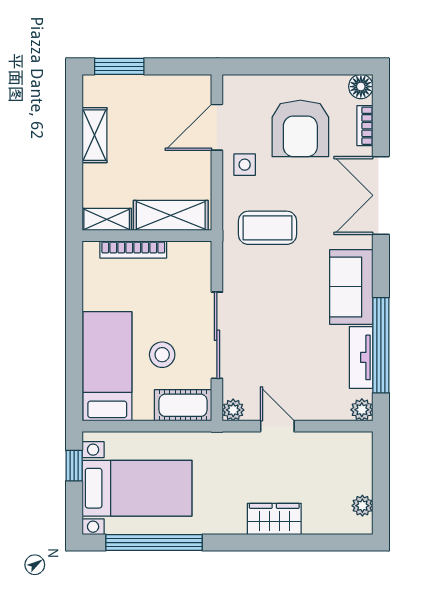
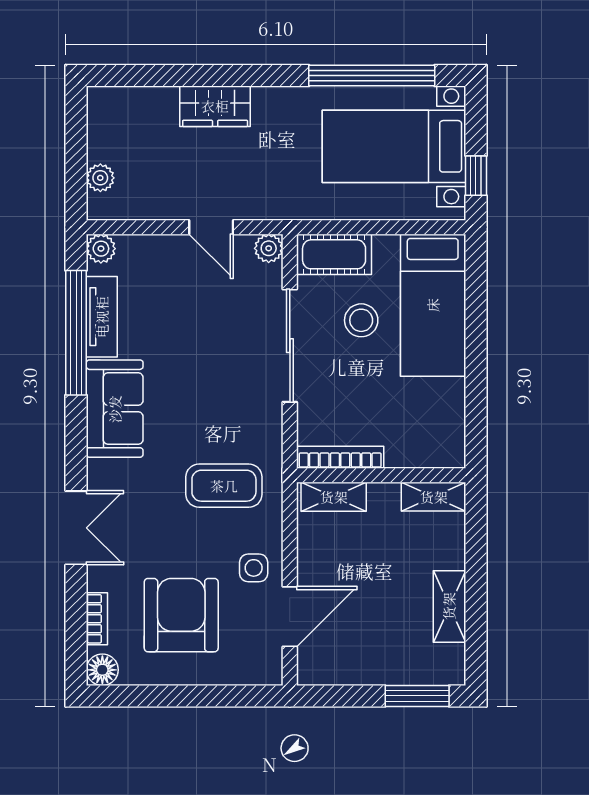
double door: (381, 195) -> (76, 528), width x0.73
shelving: (171, 215) -> (334, 497), width x0.67, depth x0.75
bookcase: (133, 250) -> (340, 457), moved
plant: (362, 506) -> (100, 178), moved

